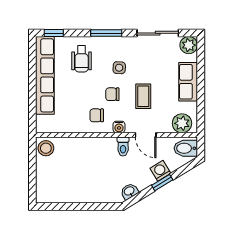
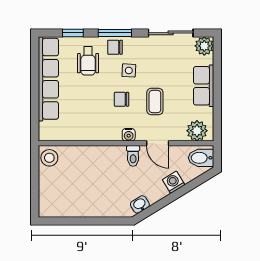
window: (54, 33) -> (73, 33), moved
chair: (97, 115) -> (115, 47), moved
window: (162, 183) -> (176, 195), removed

